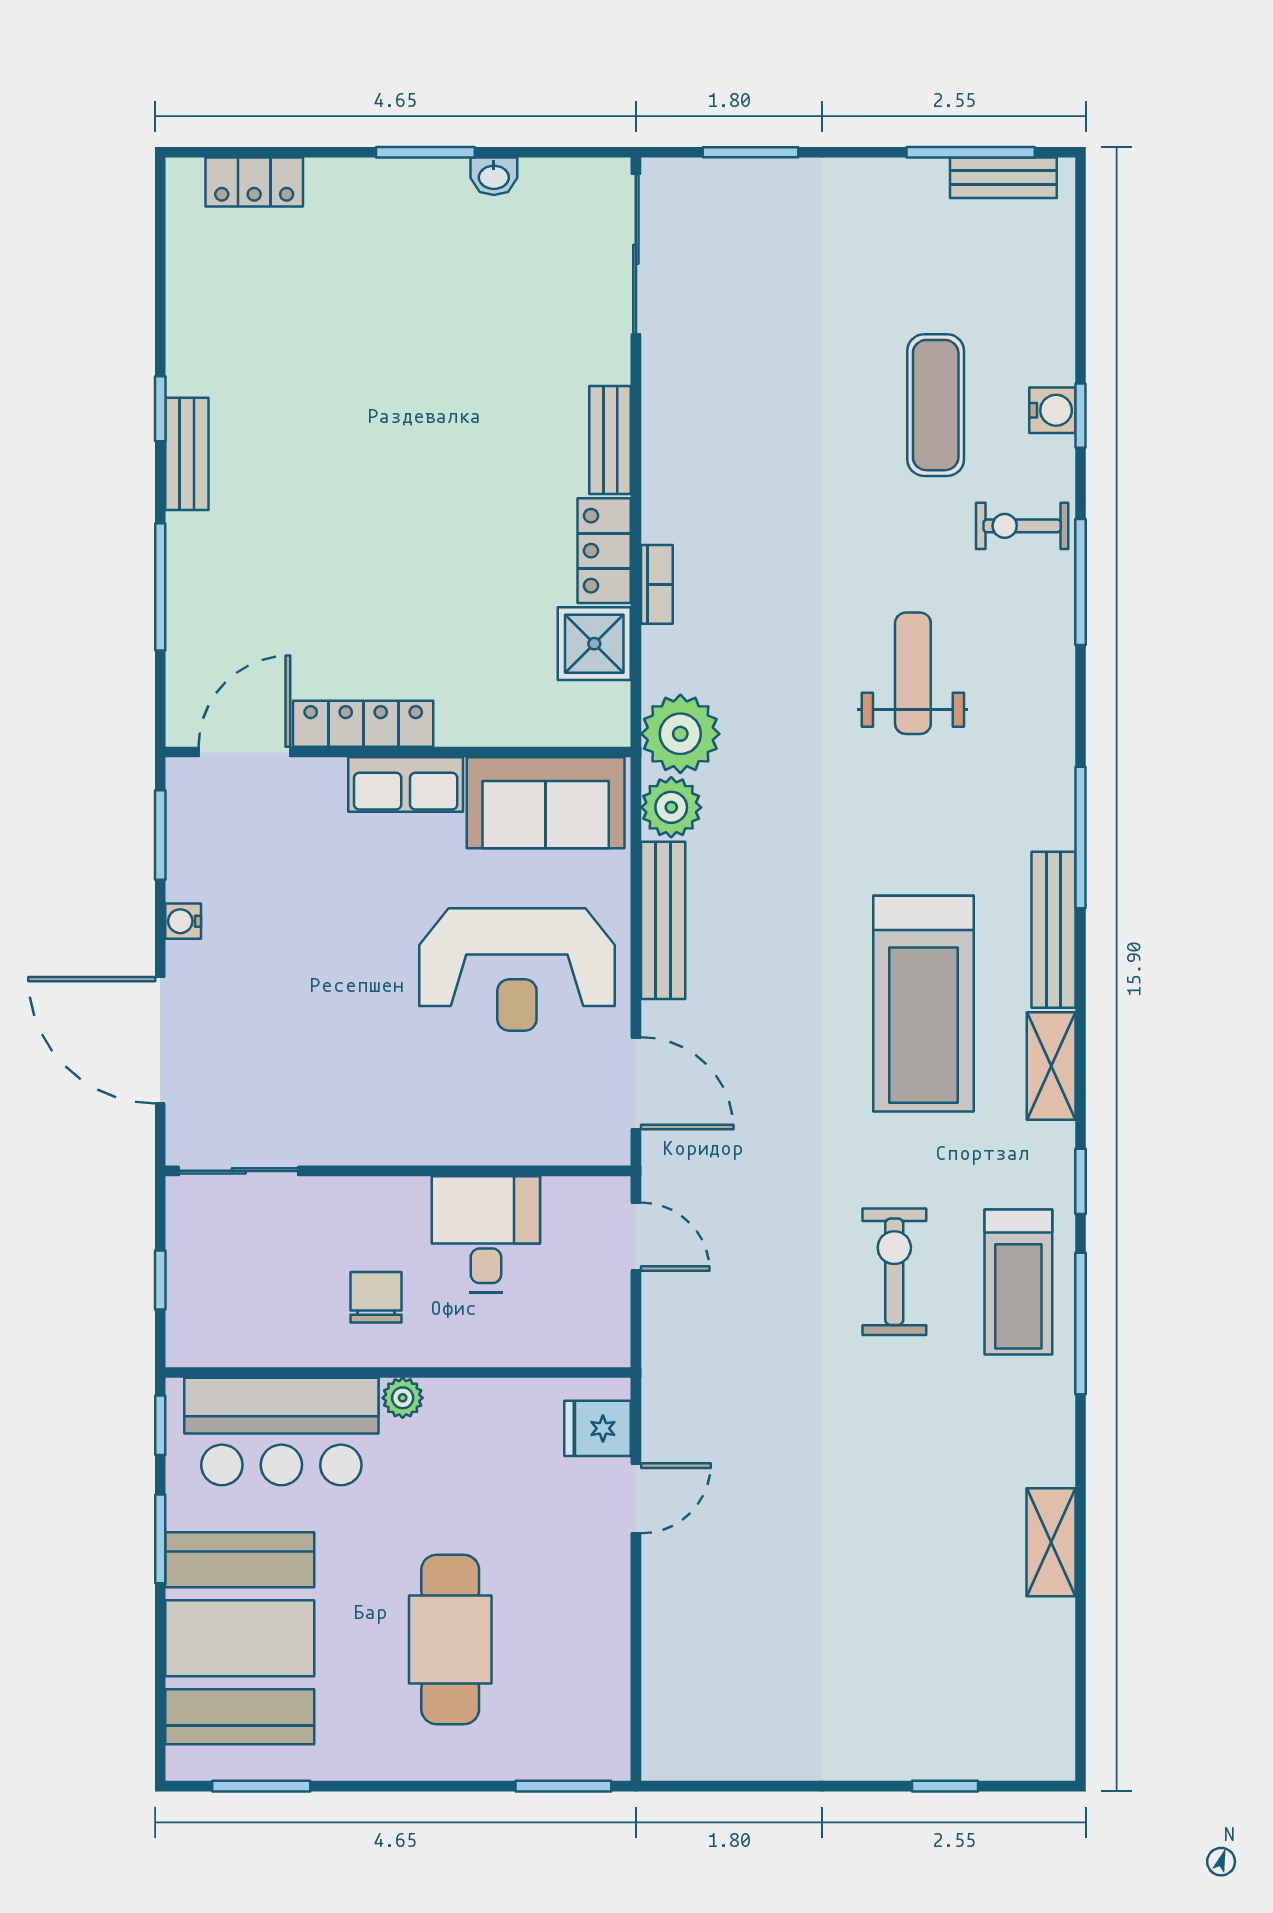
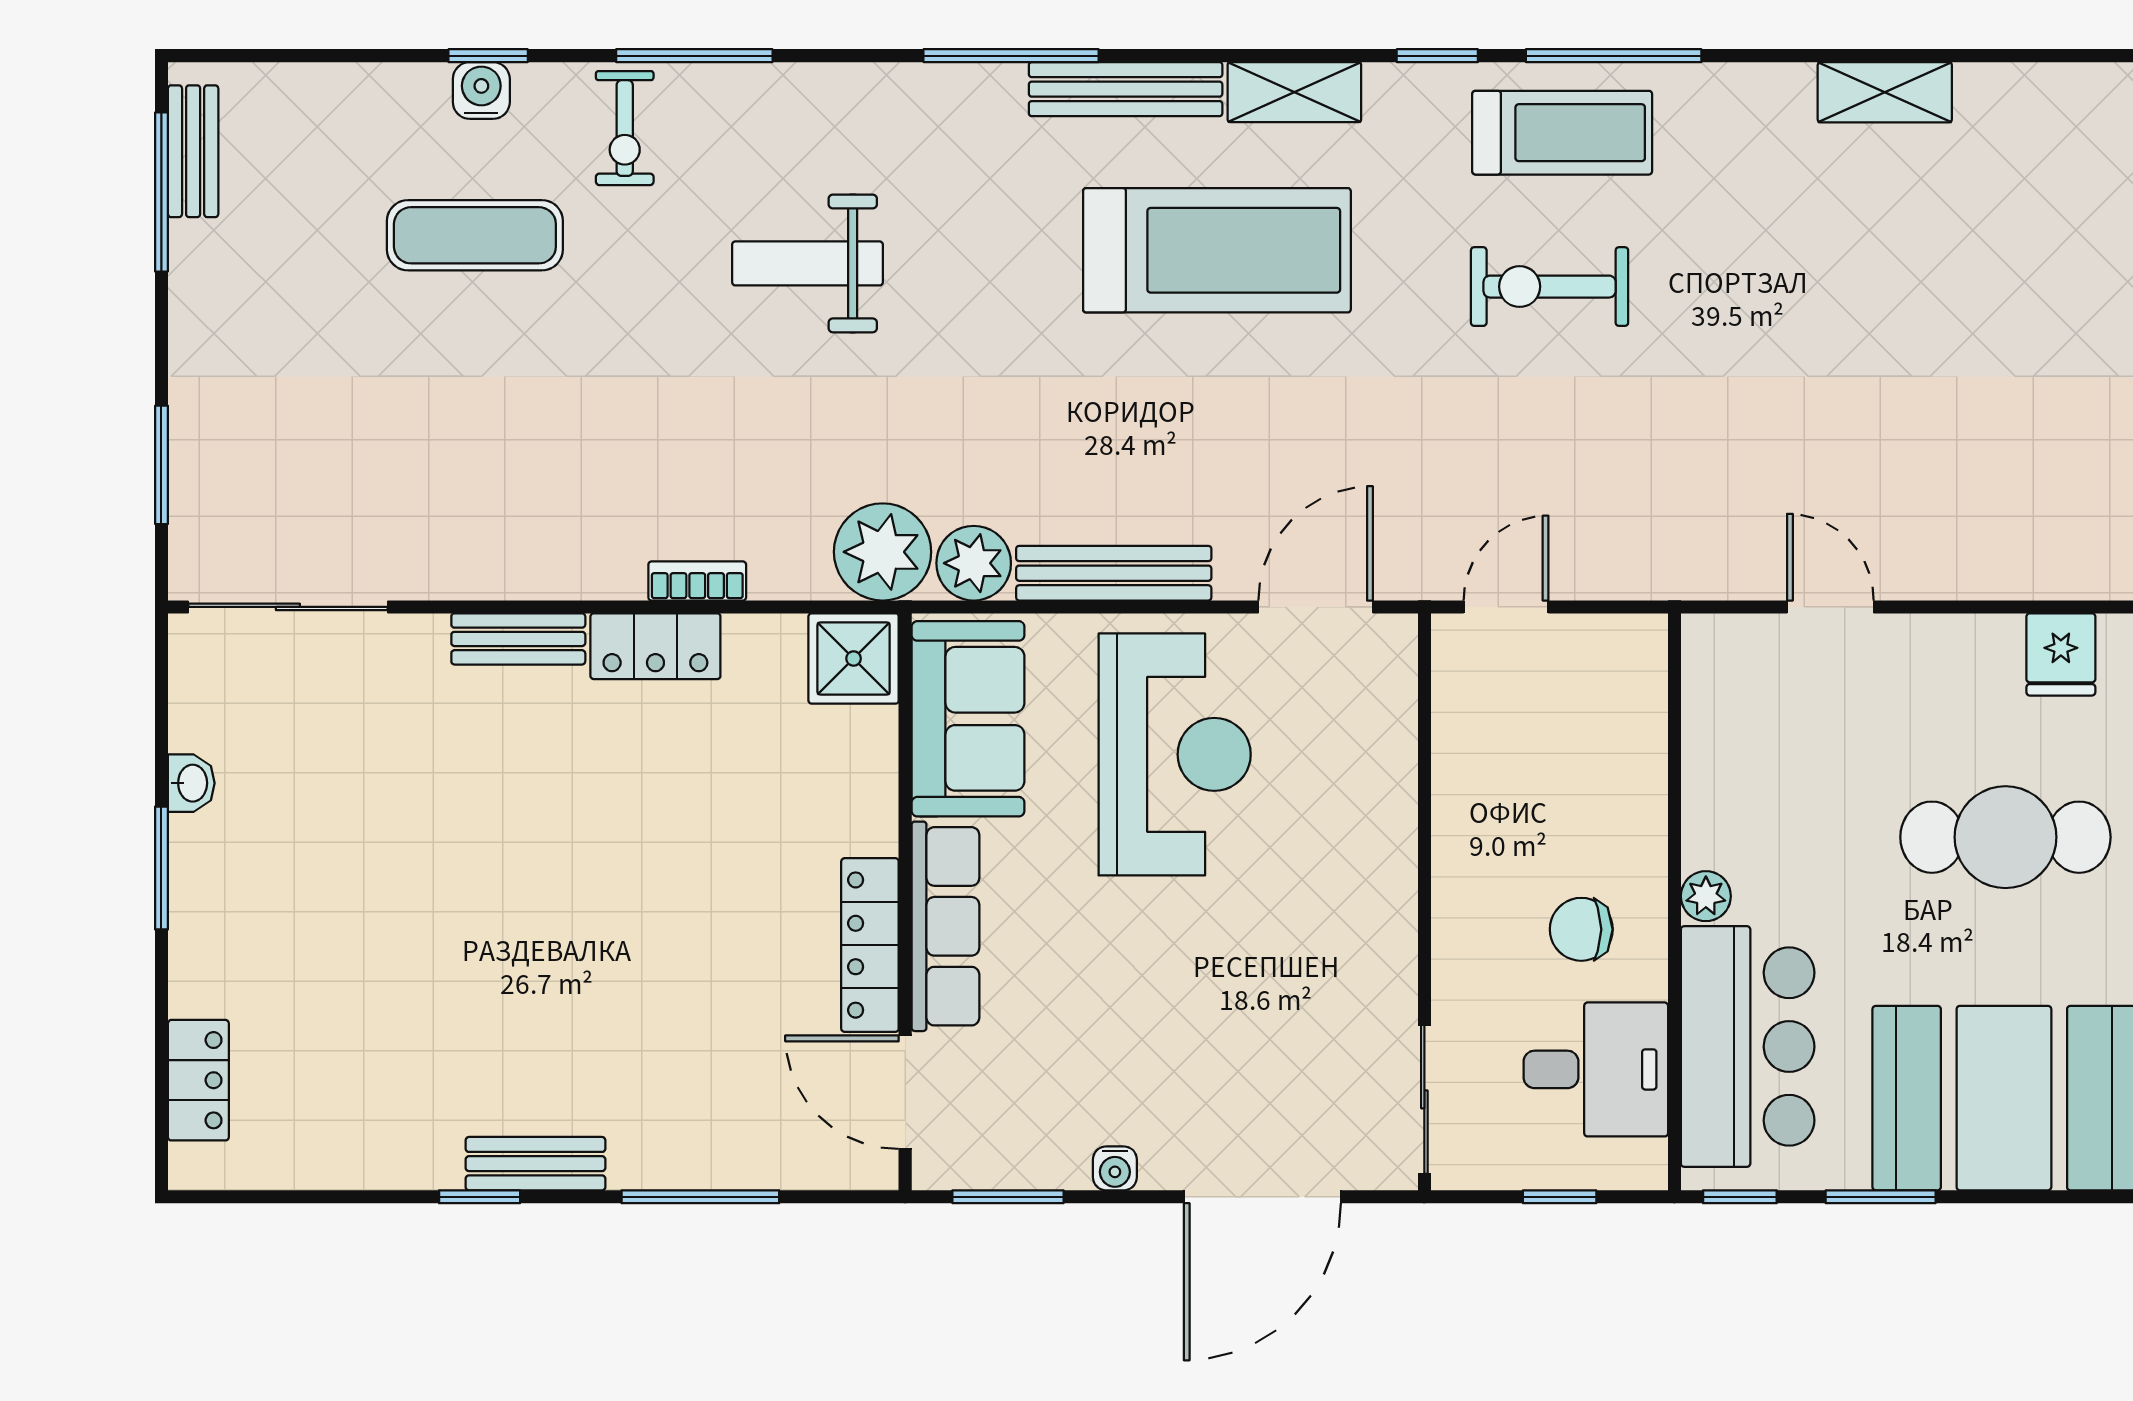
shower: (594, 644) -> (854, 658), moved
row of seats: (406, 785) -> (945, 926), width x1.48
desk: (486, 1234) -> (1596, 1069), moved, turned 180
fridge: (598, 1428) -> (2061, 654), moved

